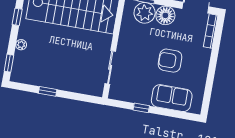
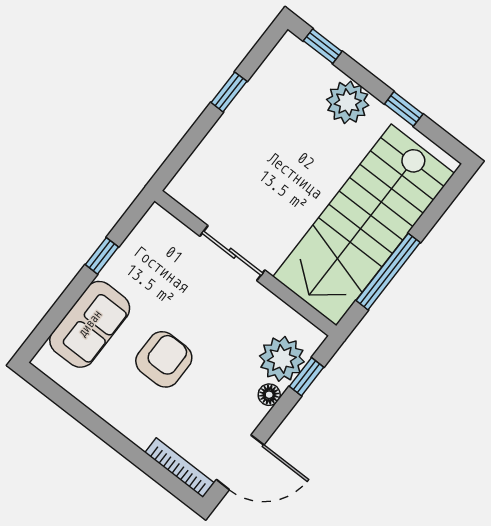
floor lamp: (165, 15) -> (269, 395), width x0.53, depth x0.53
plant: (21, 45) -> (348, 102), width x1.88, depth x1.88
sliding door: (110, 67) -> (232, 253), moved

